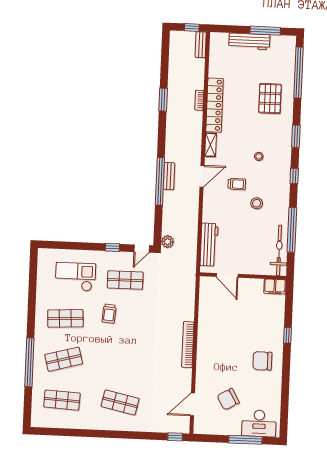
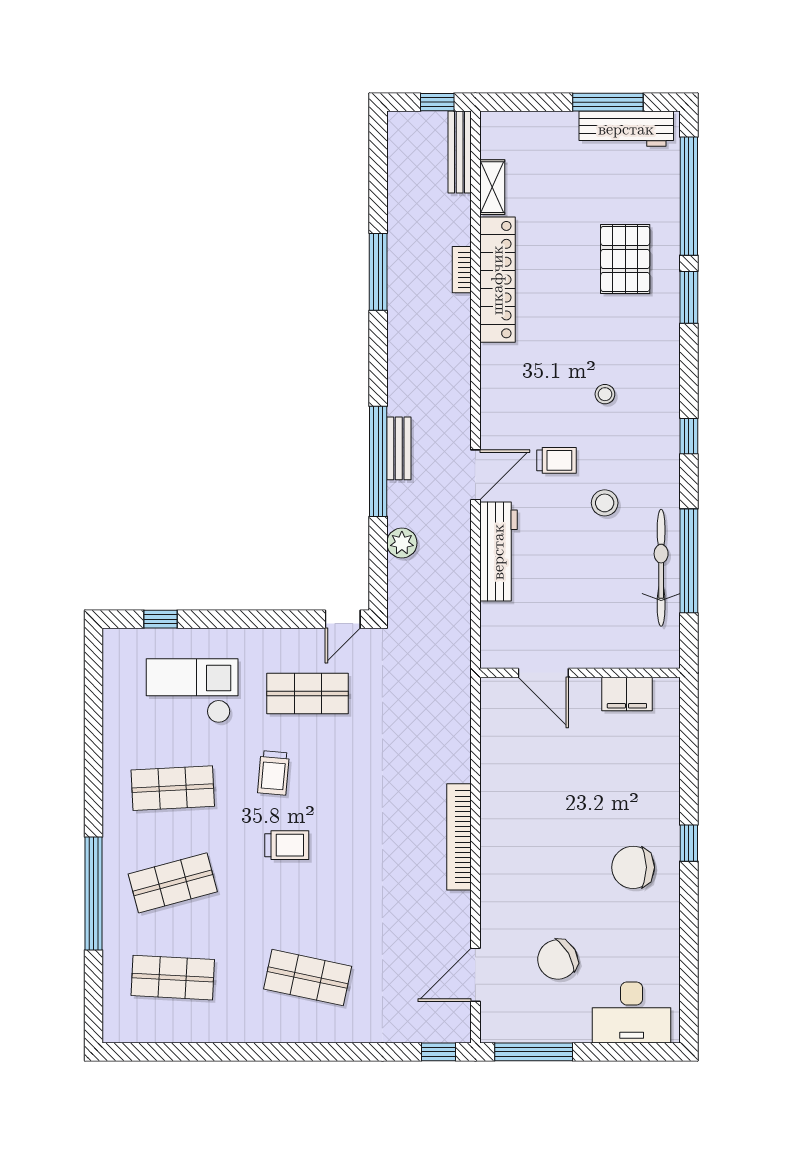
workbench: (249, 41) -> (626, 129), moved
bench: (201, 45) -> (460, 152), width x1.36
window: (163, 100) -> (378, 272), width x1.44
window: (296, 136) -> (689, 297), moved
shelving: (211, 145) -> (492, 187), moved
door: (202, 176) -> (475, 475), moved
plant: (168, 242) -> (402, 543), moved
workbench: (209, 244) -> (498, 552), moved
window: (112, 247) -> (161, 619), moved
bicycle: (279, 250) -> (661, 568), moved
filing cabinet: (275, 287) -> (627, 694), moved
window: (288, 335) -> (689, 843), moved
trolley: (114, 345) -> (287, 845), added
window: (245, 440) -> (534, 1052), moved

